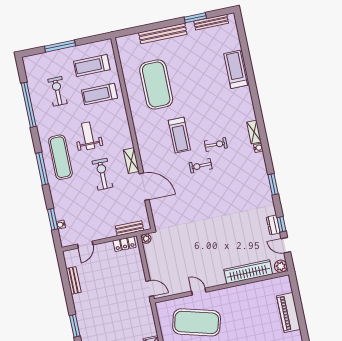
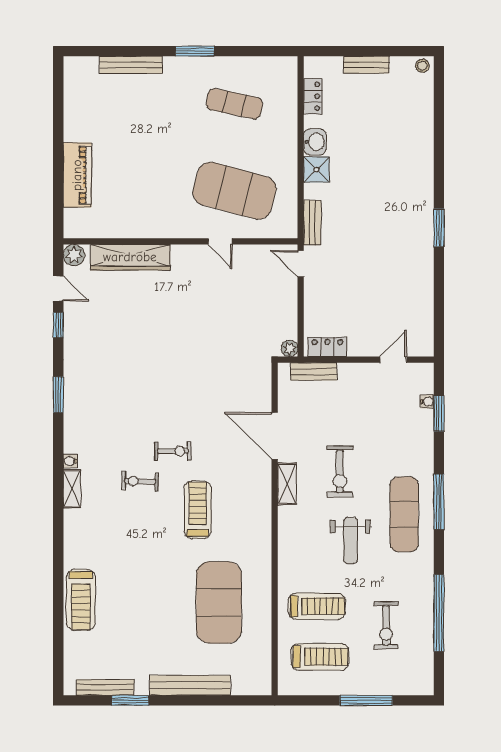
dresser: (273, 225) -> (72, 327), removed
bench: (74, 280) -> (312, 223), moved

